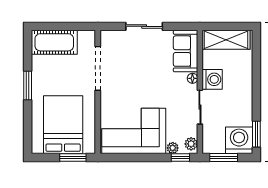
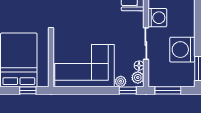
floor lamp: (192, 78) -> (139, 66), moved
washing machine: (239, 140) -> (182, 50), moved, turned -90
window: (73, 158) -> (28, 90), width x0.67

